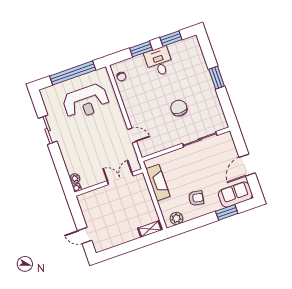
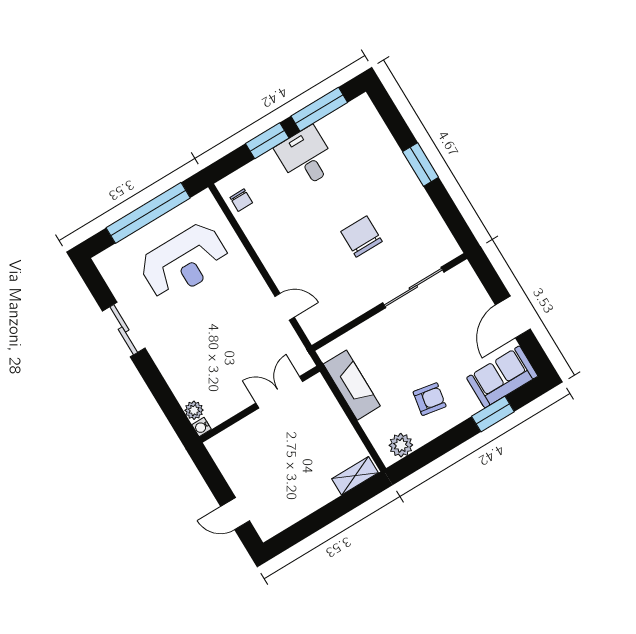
window: (171, 39) -> (319, 109), width x1.44

